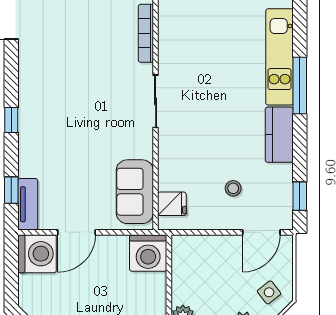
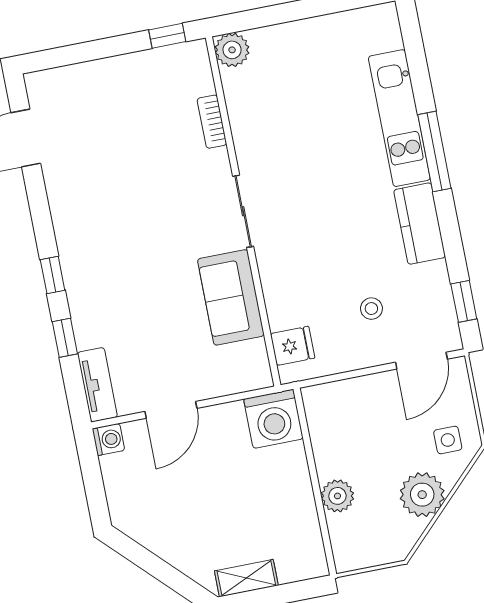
bookcase: (146, 33) -> (212, 122), width x0.64
window: (11, 190) -> (65, 338), moved
sofa: (135, 192) -> (231, 297), moved
washing machine: (37, 254) -> (108, 439), width x0.53, depth x0.53
side table: (269, 292) -> (448, 440), turned 38

